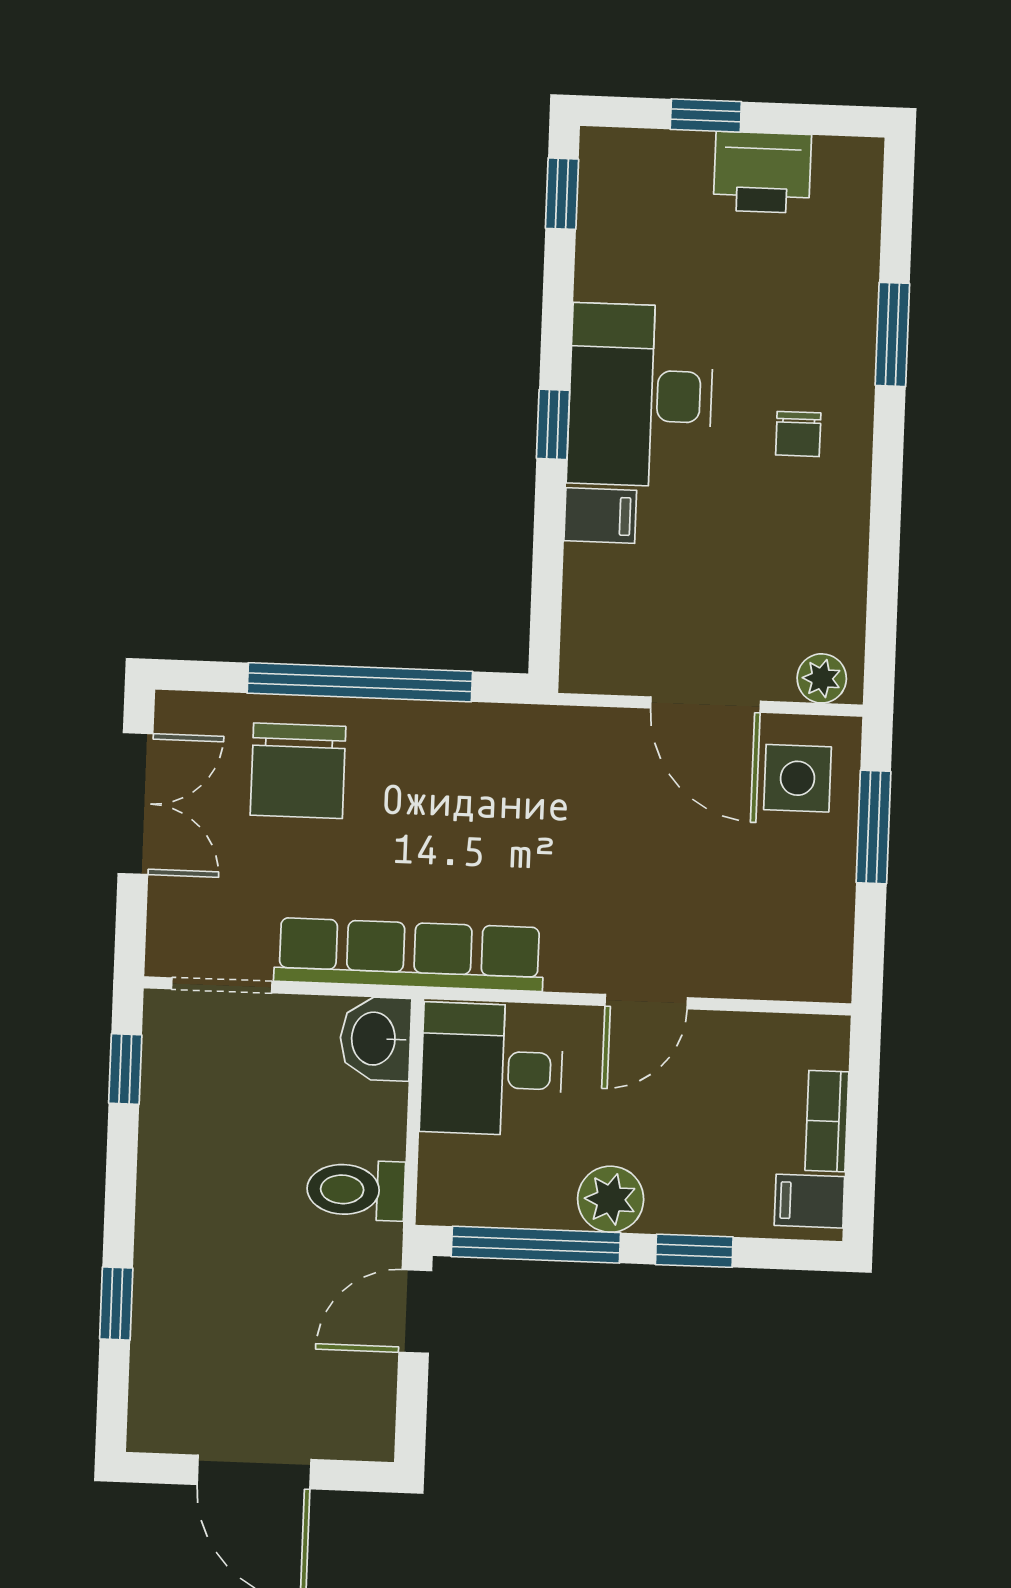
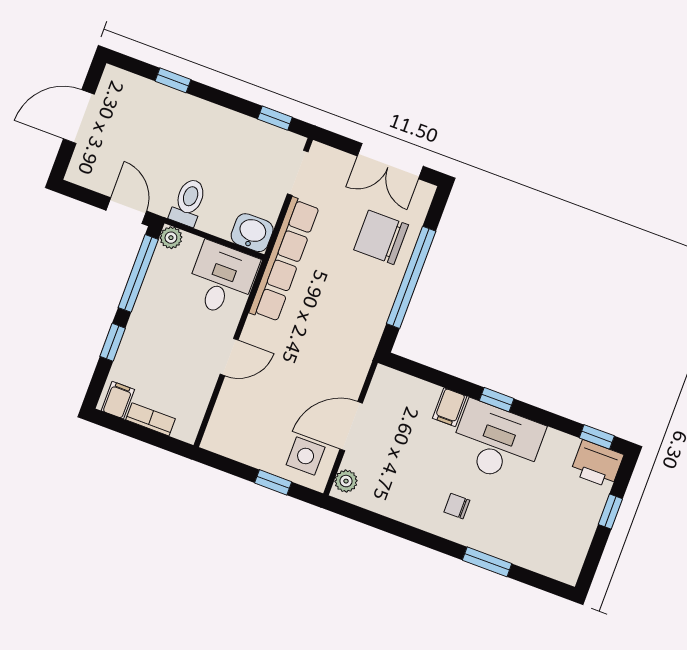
printer: (762, 172) -> (597, 464), moved, turned -90
window: (873, 827) -> (273, 482), width x0.67
door: (646, 1002) -> (229, 357), swing flipped
plant: (611, 1199) -> (171, 238), moved, width x0.73, depth x0.73

